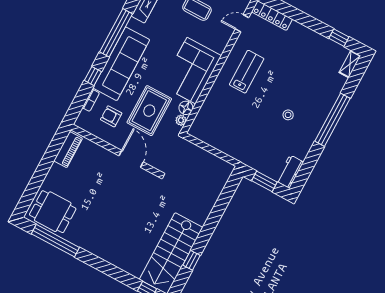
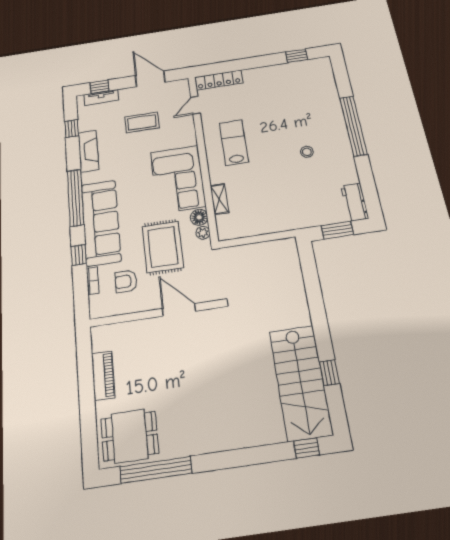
shelving: (350, 64) -> (219, 199), moved
piano: (68, 150) -> (103, 376), moved

